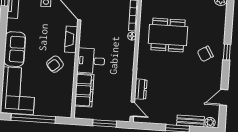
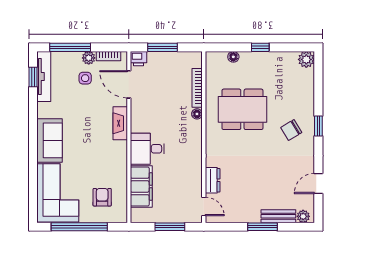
armchair: (55, 64) -> (102, 197), moved, turned 132

